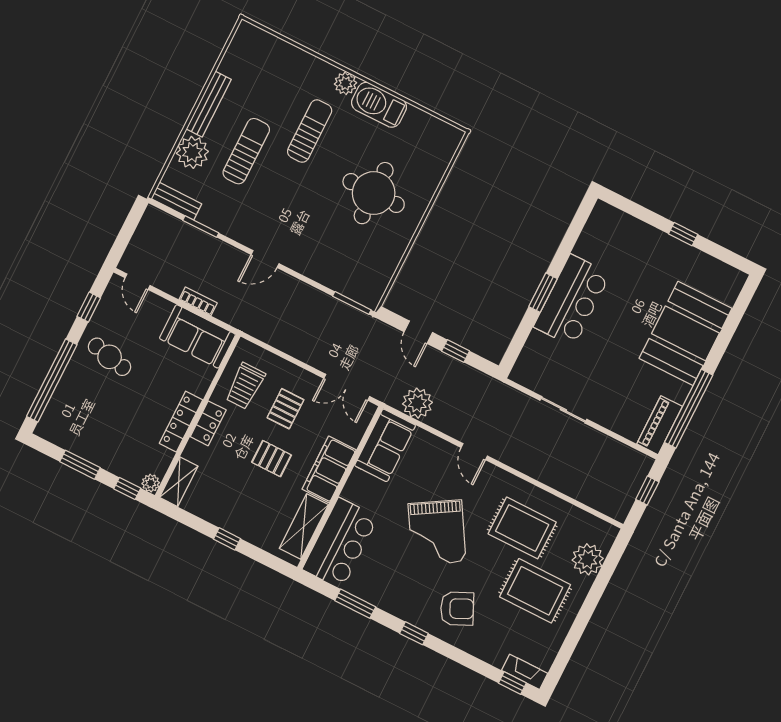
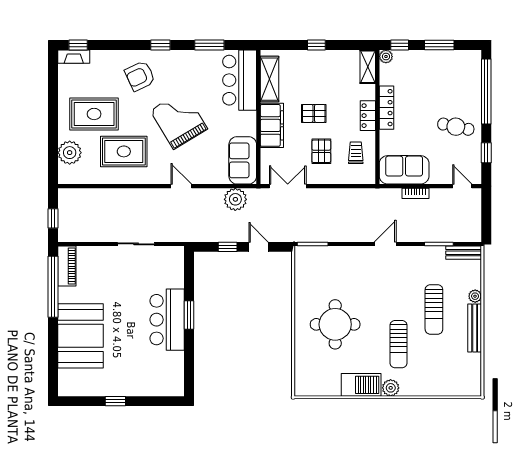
plant: (192, 152) -> (475, 296), width x0.53, depth x0.53
trolley: (245, 386) -> (356, 153), width x0.73, depth x0.72

